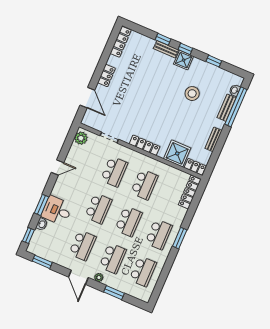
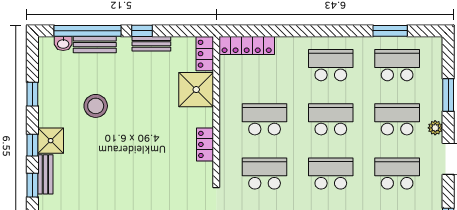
window: (223, 137) -> (142, 31), added
locker: (145, 145) -> (205, 144), width x0.66
window: (180, 238) -> (390, 31), moved

